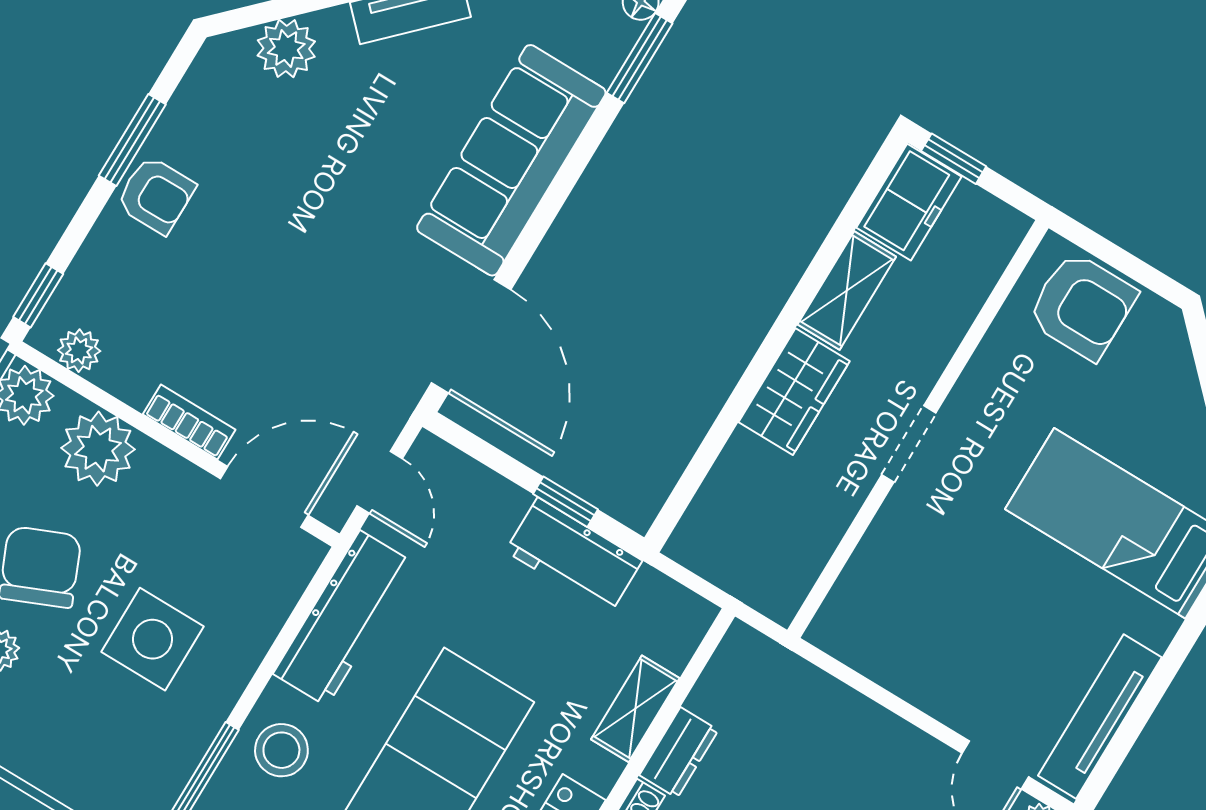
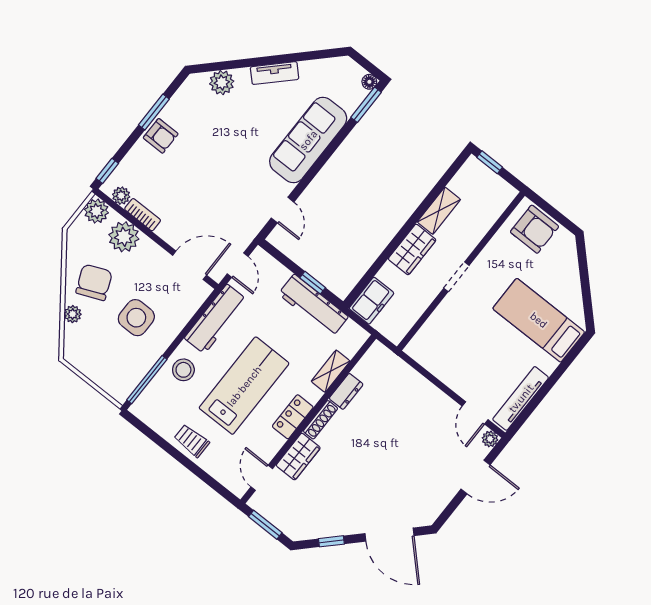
freezer: (909, 202) -> (371, 301), moved
door: (471, 336) -> (283, 210), width x0.53
bookcase: (189, 422) -> (143, 215), moved
workbench: (574, 556) -> (313, 305), width x1.38

